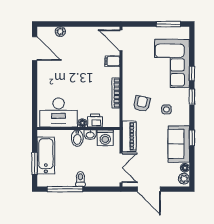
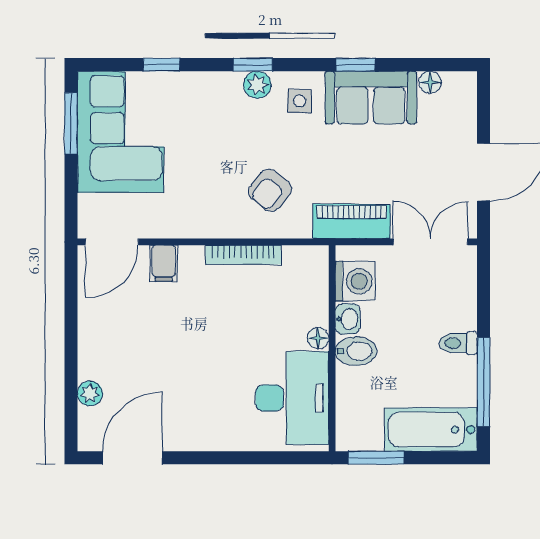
corner sofa: (172, 63) -> (121, 132), moved, turned -90
window: (192, 73) -> (161, 65), moved
armchair: (142, 104) -> (270, 190), turned -63
side table: (166, 109) -> (300, 101), moved
printer: (95, 121) -> (312, 307), removed
bathtub: (46, 155) -> (431, 430), moved
window: (35, 164) -> (376, 458), moved
plant: (184, 179) -> (257, 85), moved

